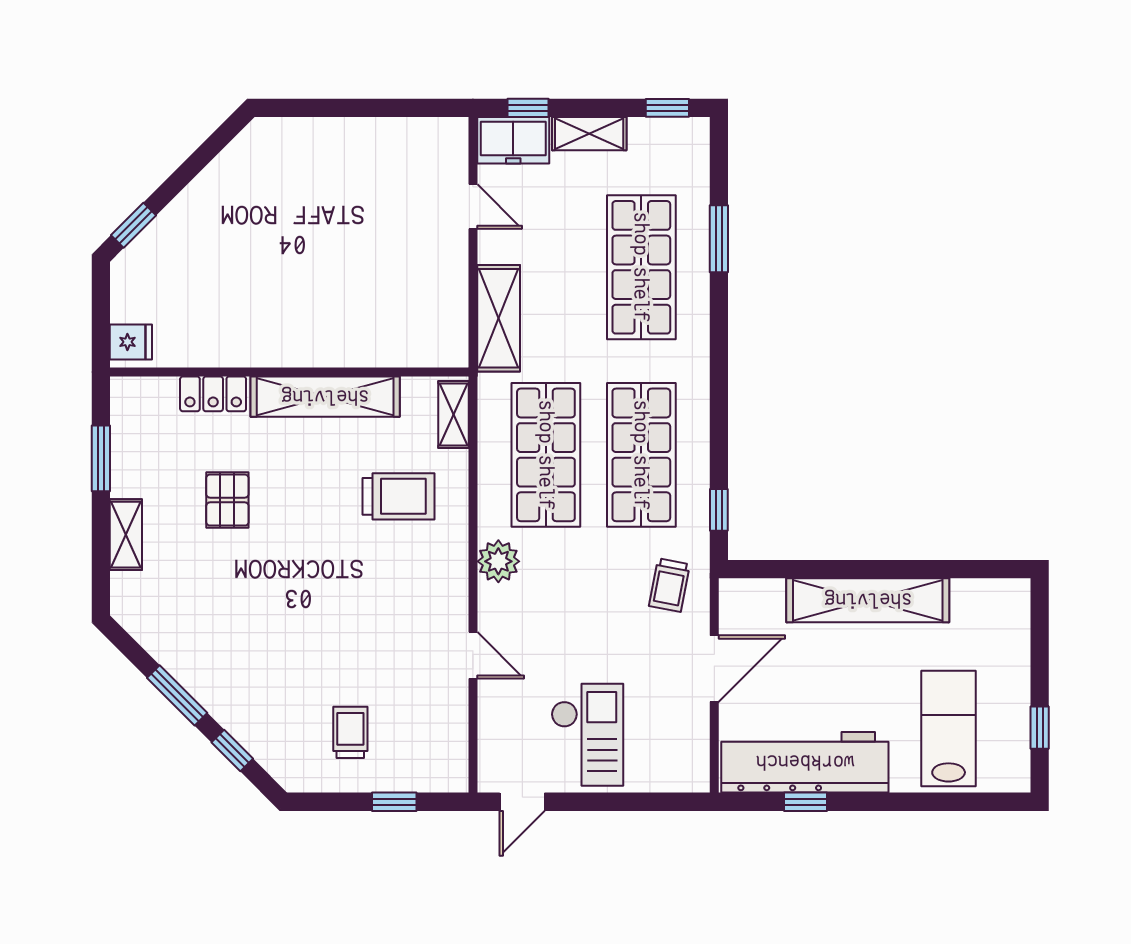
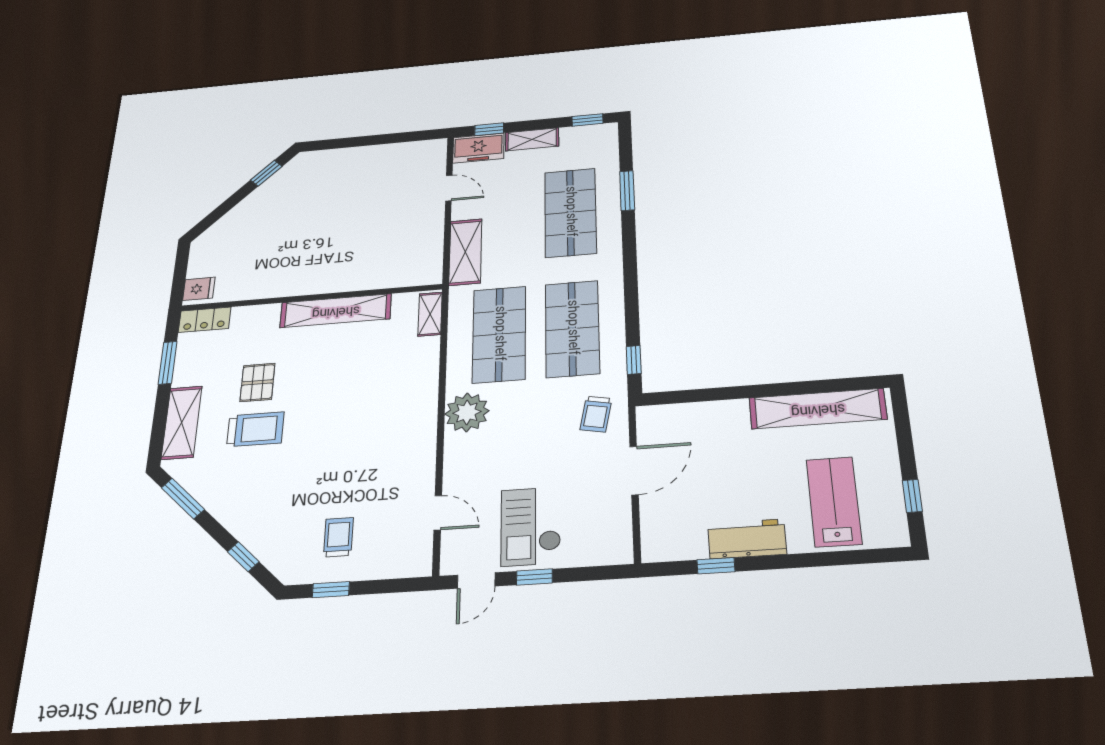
window: (134, 225) -> (266, 173), moved
locker: (213, 394) -> (205, 320), moved
trolley: (398, 496) -> (255, 429), moved
shelving: (126, 535) -> (182, 423), width x1.50, depth x1.33
plant: (498, 561) -> (467, 412), width x1.36, depth x1.36
shelving: (868, 600) -> (818, 409), moved
door: (473, 655) -> (438, 513), moved
window: (177, 695) -> (183, 498), moved
checkout: (587, 735) -> (531, 526), turned 180
workbench: (805, 762) -> (747, 539), width x0.53, depth x0.76
window: (394, 802) -> (331, 590), moved
window: (592, 802) -> (534, 577), added

